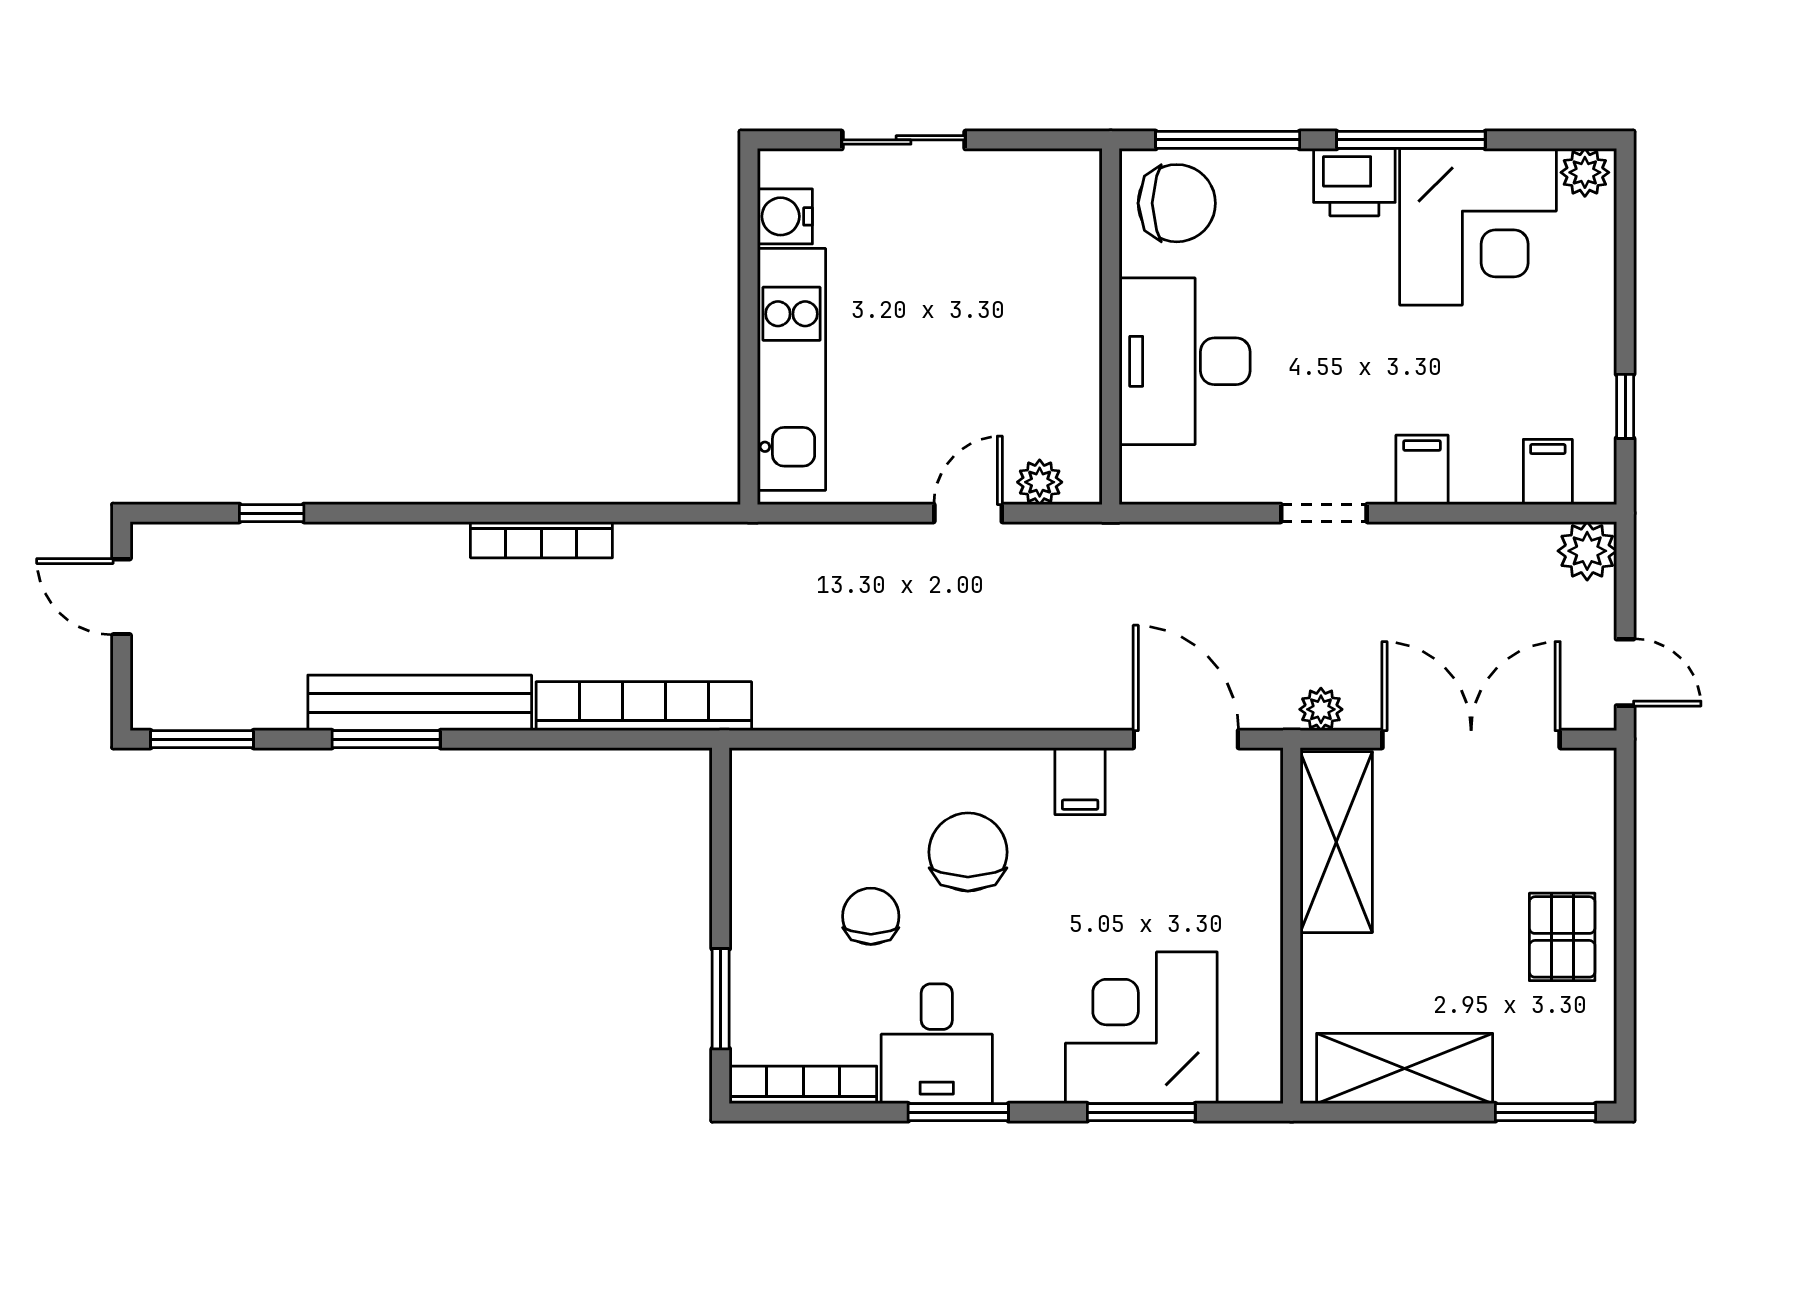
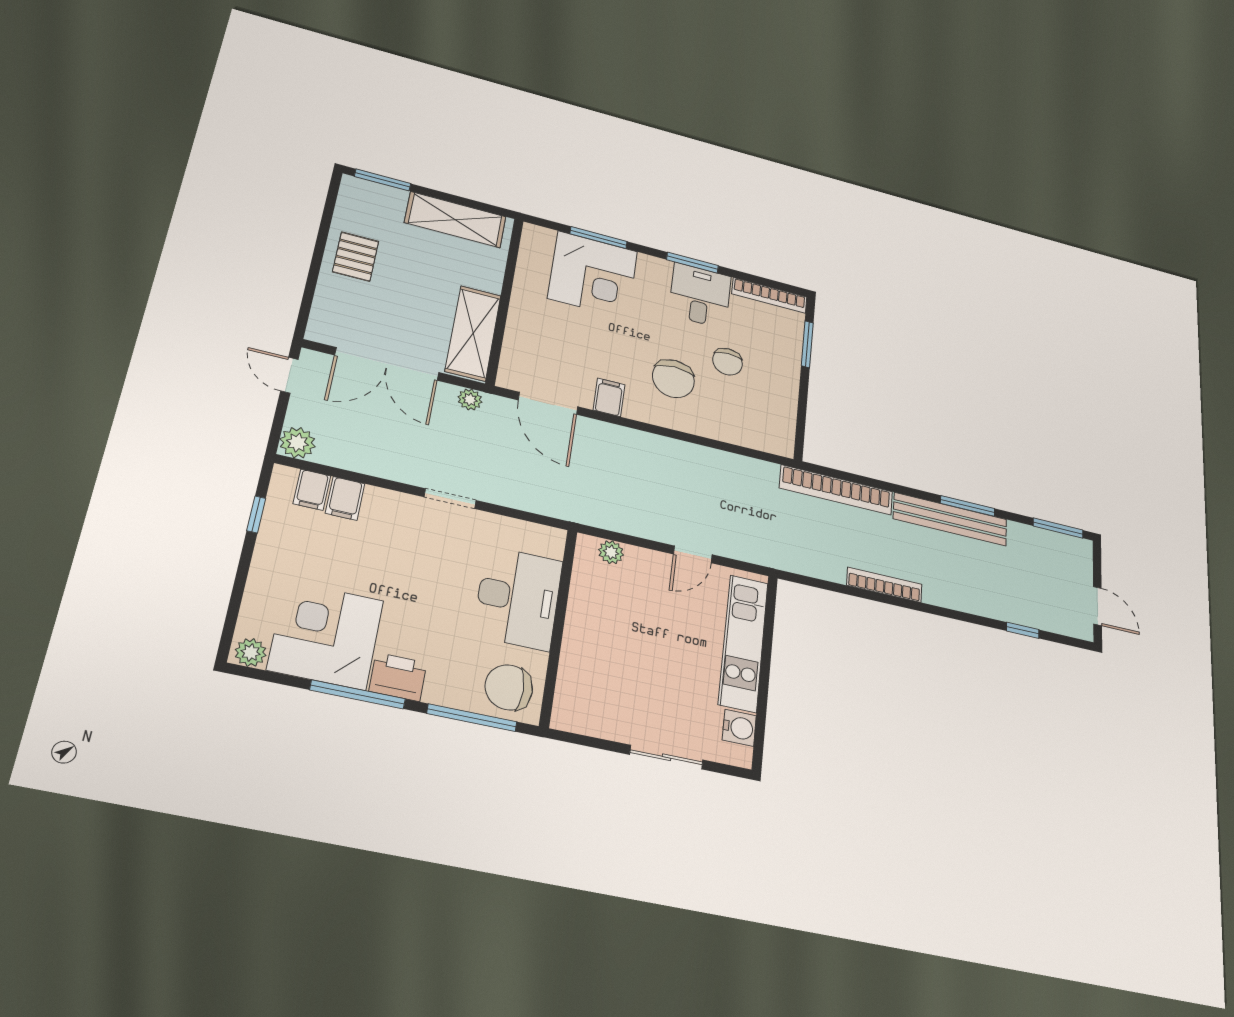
filing cabinet: (1422, 470) -> (345, 498), moved
door: (968, 513) -> (693, 554), moved

